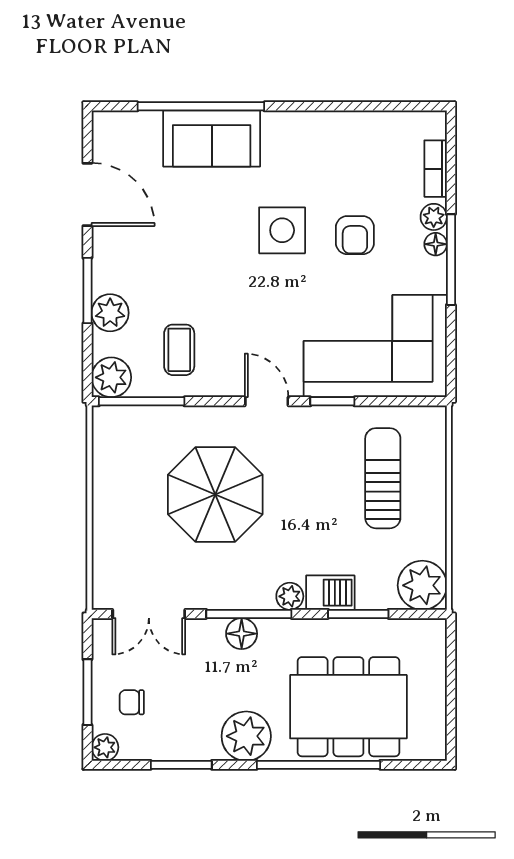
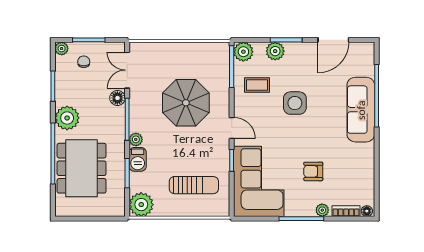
sofa: (212, 138) -> (361, 110), width x1.36
side table: (282, 230) -> (295, 103), moved
floor lamp: (436, 244) -> (367, 211), moved
door: (267, 401) -> (232, 128), hinge flipped
floor lamp: (242, 634) -> (117, 98), moved

